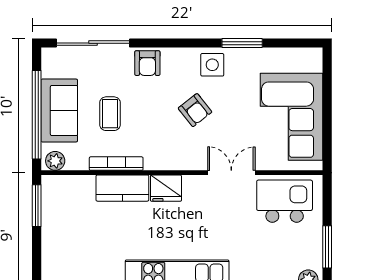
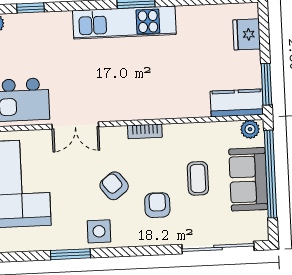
armchair: (147, 63) -> (157, 205), moved
bookcase: (116, 164) -> (145, 131), moved, width x0.64
kitchen counter: (122, 188) -> (237, 103), moved
fridge: (166, 188) -> (247, 34), moved, turned -90

